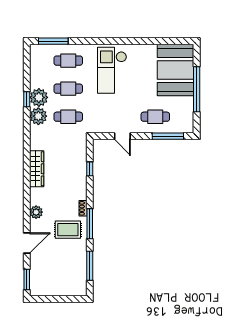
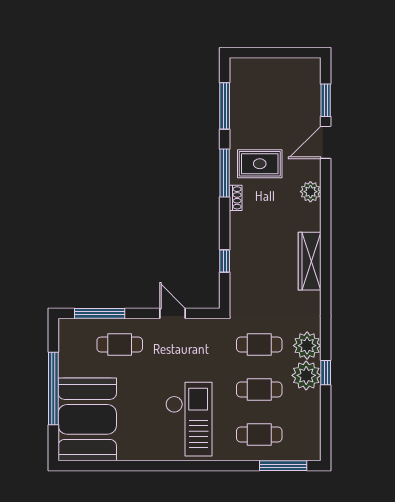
window: (27, 279) -> (326, 100), moved

